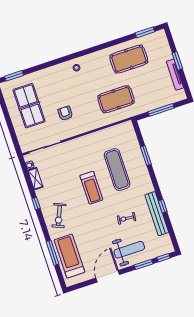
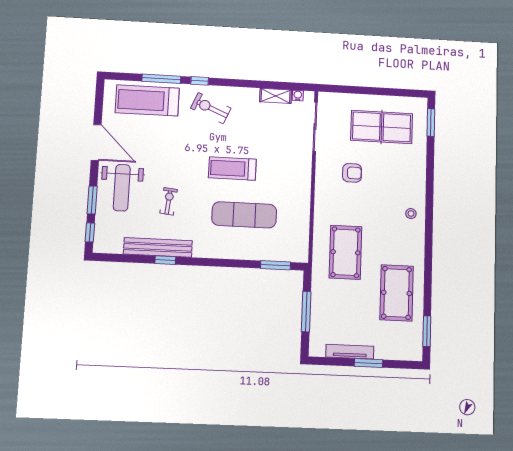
window: (146, 156) -> (276, 265), moved
window: (36, 203) -> (200, 81), moved
treadmill: (69, 256) -> (147, 100), turned 180

